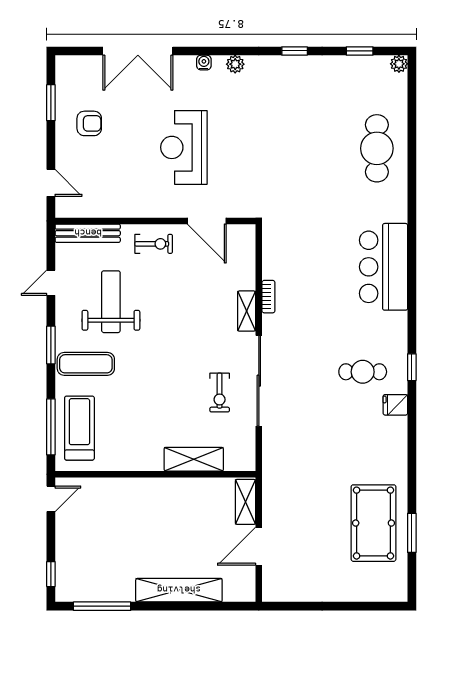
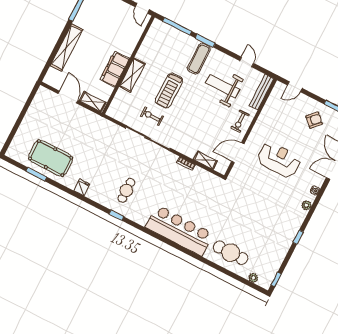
window: (360, 51) -> (276, 280), moved
plant: (399, 64) -> (253, 278), moved
armchair: (89, 123) -> (314, 120), turned -136
bar counter: (384, 267) -> (179, 230), width x1.36
weight bench: (111, 302) -> (223, 86), turned 180
shelving: (247, 311) -> (205, 160), moved
window: (51, 345) -> (205, 41), moved
fridge: (395, 405) -> (82, 187), moved
treadmill: (79, 428) -> (169, 91), moved, turned 90
shelving: (194, 459) -> (132, 75), moved
filing cabinet: (174, 493) -> (115, 69), added

